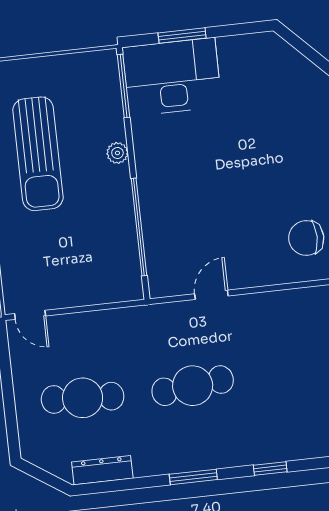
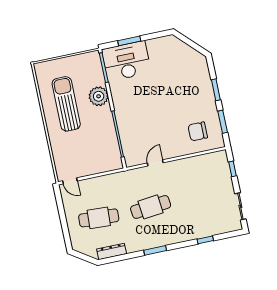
plant: (117, 153) -> (99, 96), width x1.88, depth x1.88
sun lounger: (38, 154) -> (66, 104), turned 180
window: (270, 468) -> (205, 240), moved

